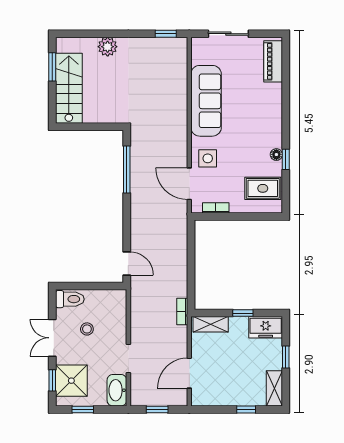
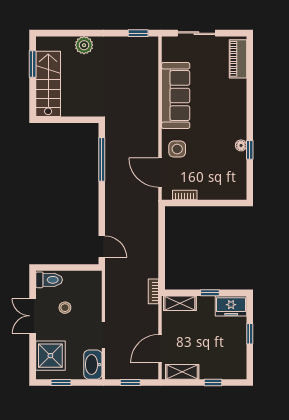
rug: (263, 188) -> (228, 177), removed
window: (52, 380) -> (33, 355), removed
shelving: (274, 388) -> (182, 372), moved, turned 90

